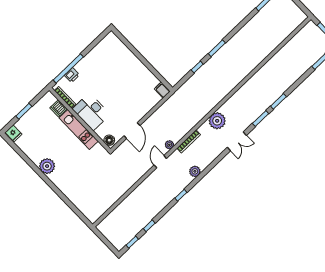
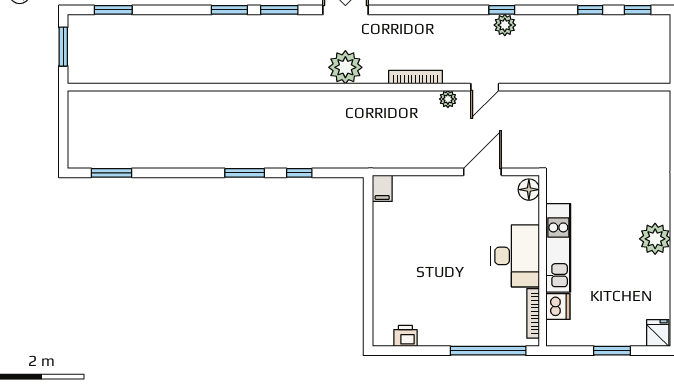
printer: (72, 75) -> (405, 336), moved
plant: (195, 171) -> (505, 25), moved

